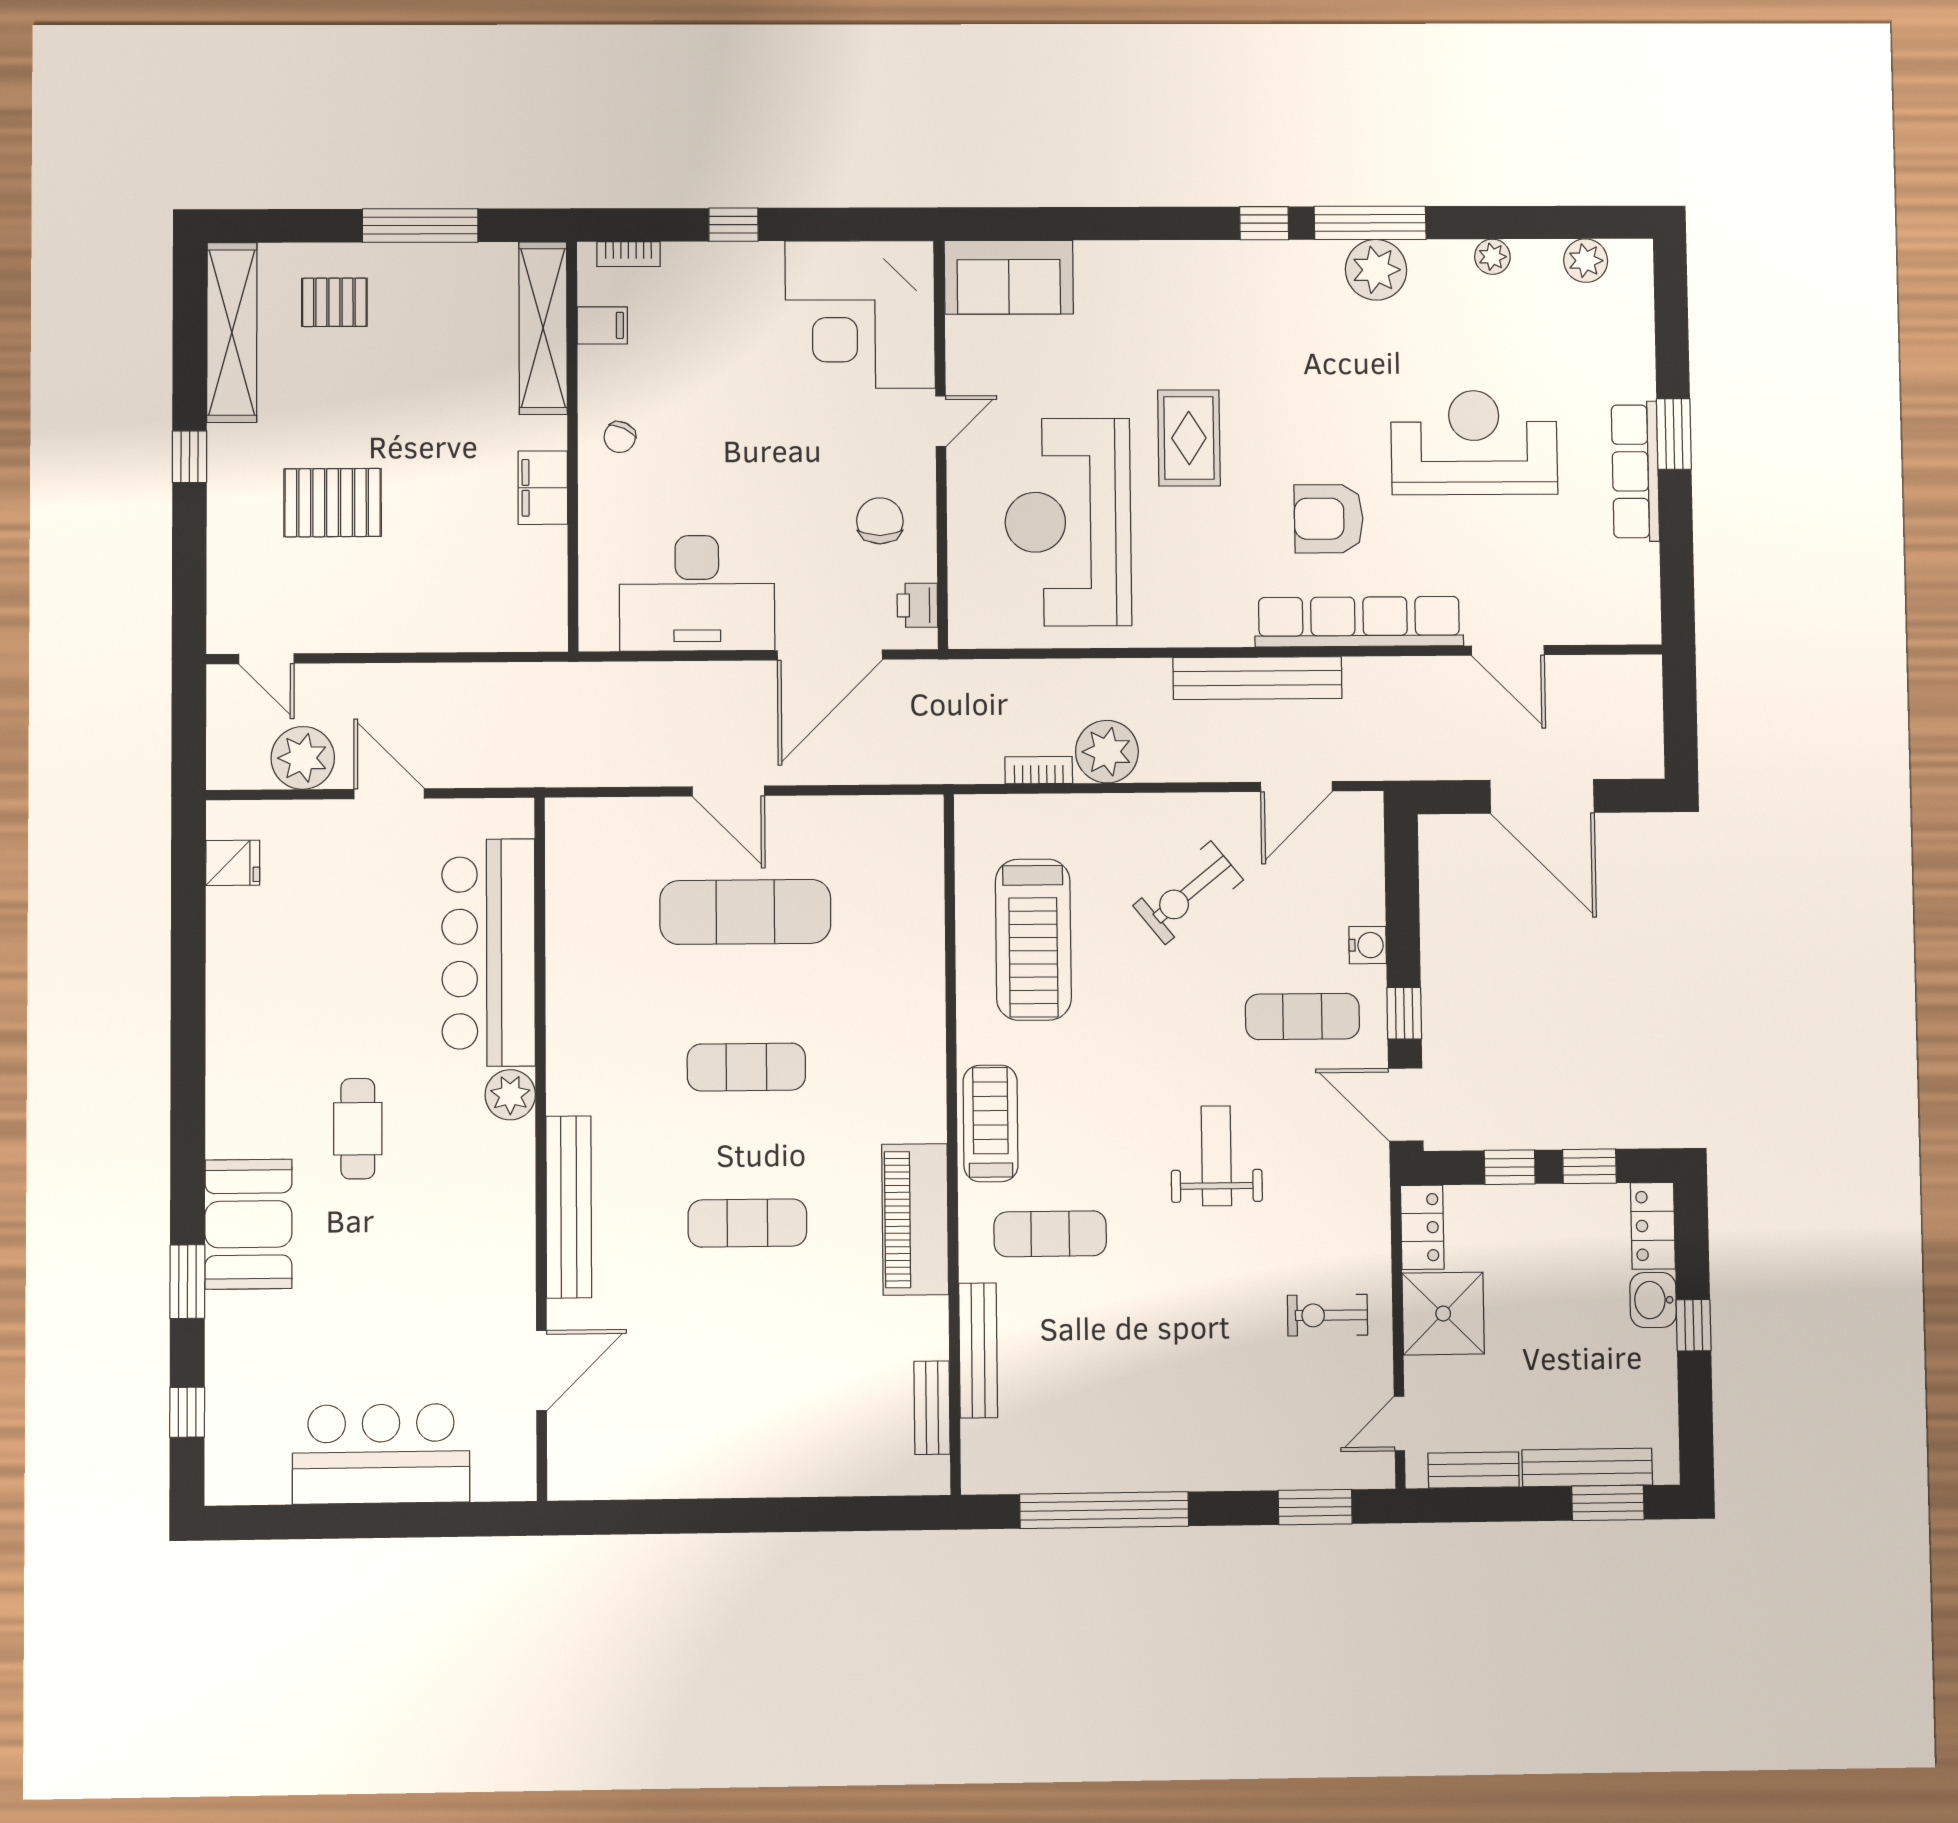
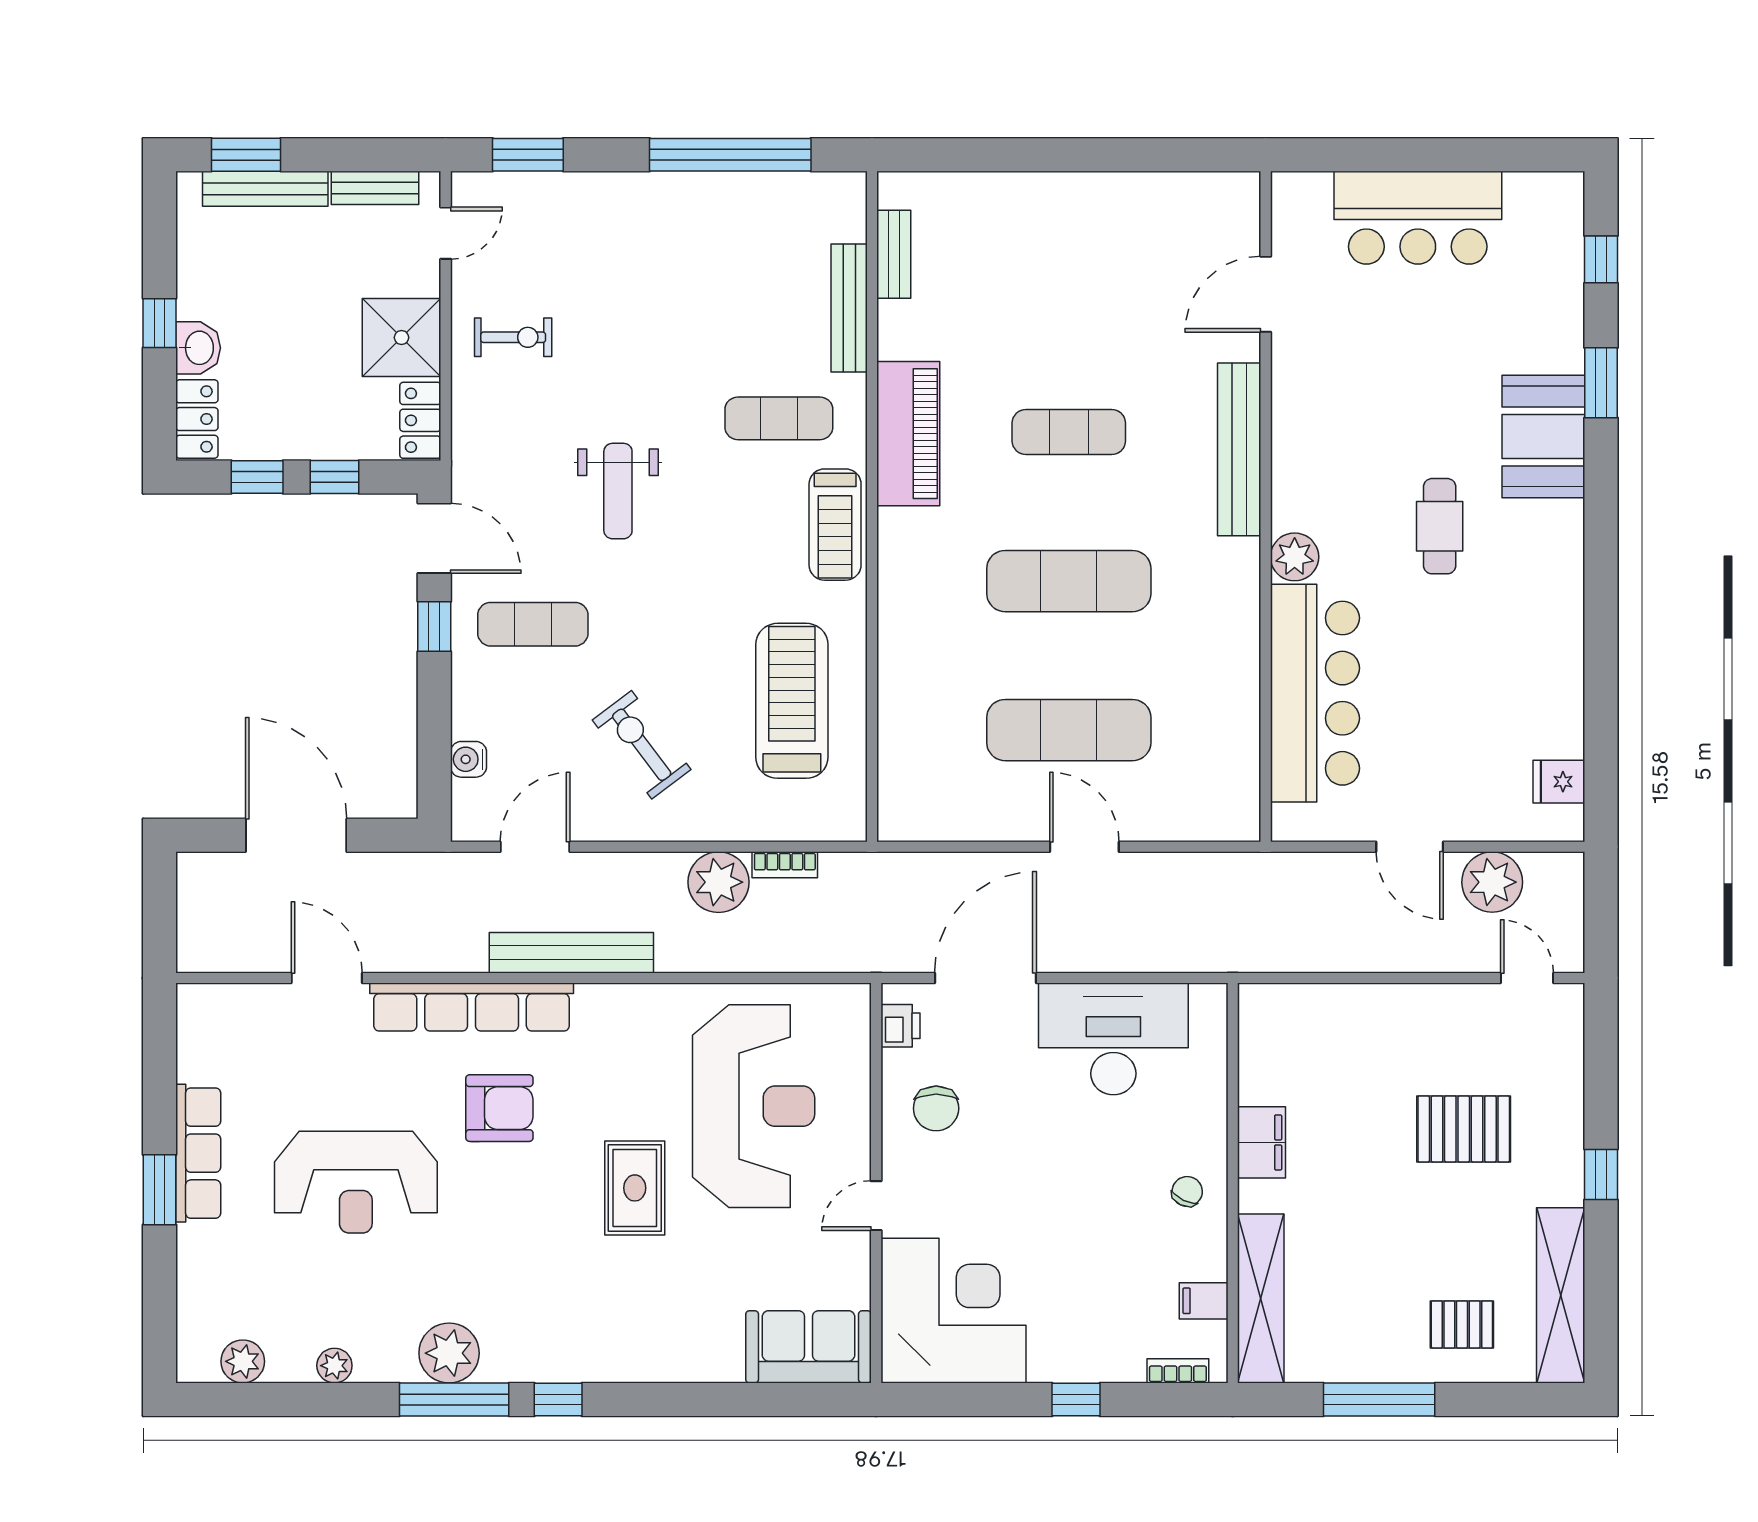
exercise bike: (1188, 893) -> (642, 745), turned -88
water cooler: (1368, 945) -> (469, 759), moved
exercise mat: (746, 1067) -> (1069, 581), width x1.36, depth x1.45

